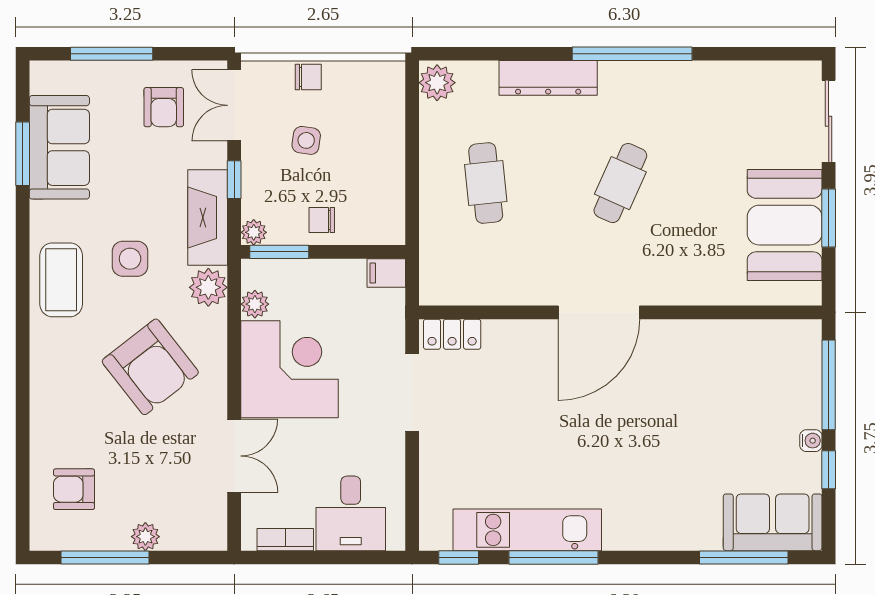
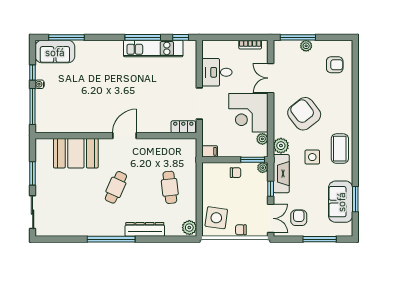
side table: (306, 140) -> (216, 218), moved, width x1.87, depth x1.87
booth: (785, 225) -> (76, 153), moved, turned 90
door: (599, 312) -> (124, 136), width x0.73
desk: (351, 513) -> (217, 72), moved, turned -90
window: (105, 557) -> (298, 37), moved

